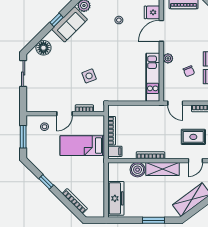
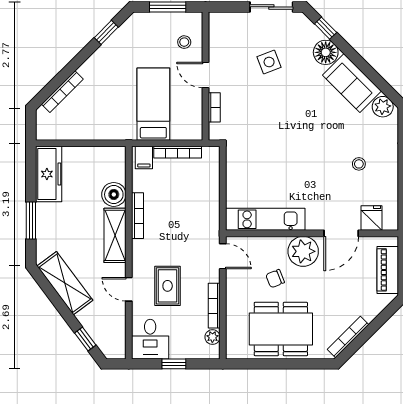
window: (57, 20) -> (326, 28), moved
door: (161, 31) -> (341, 233), swing flipped
floor lamp: (43, 48) -> (326, 52), moved
plant: (168, 58) -> (303, 251), width x1.88, depth x1.88
side table: (89, 76) -> (269, 62), moved
door: (175, 103) -> (223, 256), swing flipped
window: (46, 182) -> (106, 32), moved
freezer: (116, 198) -> (49, 174), moved, turned -90

